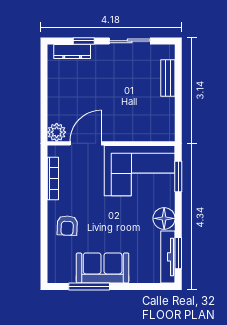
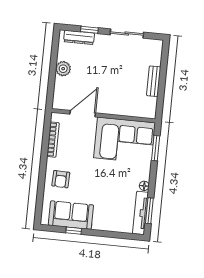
bench: (168, 78) -> (154, 81), moved
plant: (57, 132) -> (63, 69), moved
floor lamp: (164, 218) -> (144, 186), width x0.53, depth x0.53
sofa: (103, 268) -> (71, 215), moved
window: (89, 286) -> (74, 231), width x0.46

